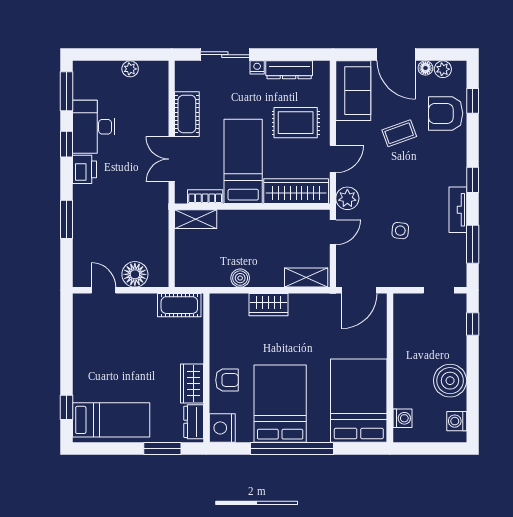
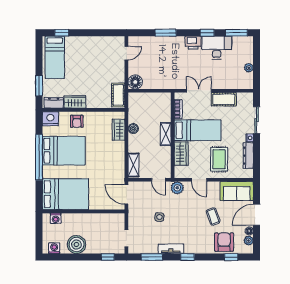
wardrobe: (296, 191) -> (181, 154), width x0.67
shelving: (196, 219) -> (166, 134), moved
floor lamp: (135, 274) -> (135, 82), moved
wardrobe: (269, 305) -> (119, 130), moved

